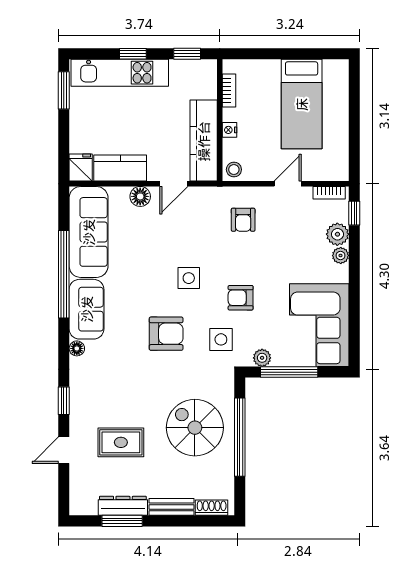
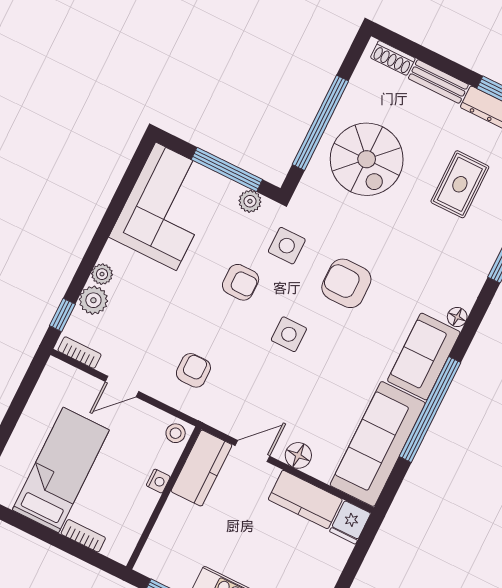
bookcase: (229, 90) -> (83, 536), moved, turned 90
kitchen counter: (204, 141) -> (201, 468), width x0.67
rug: (121, 442) -> (460, 184), turned 90

